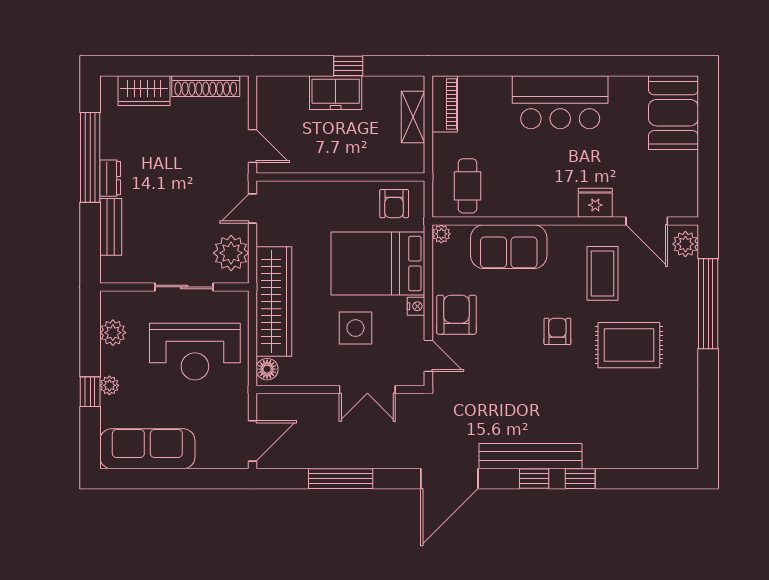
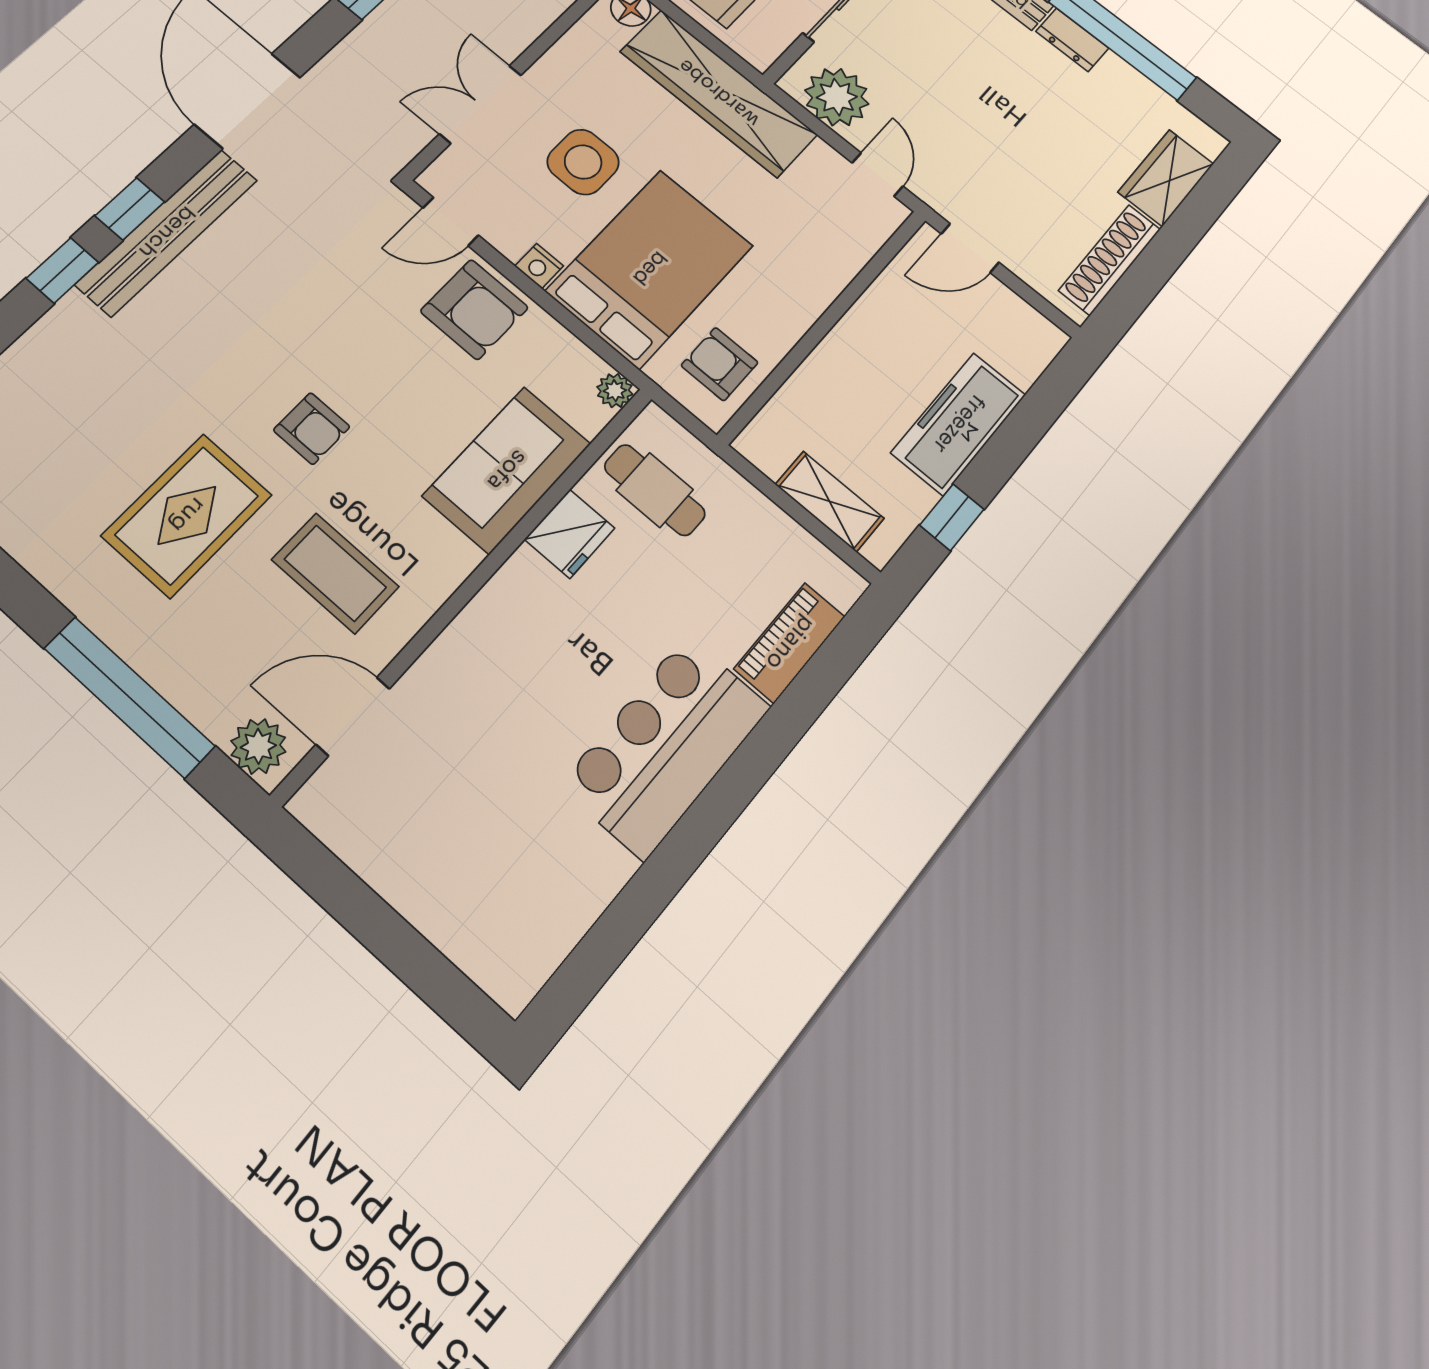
window: (348, 66) -> (952, 517), moved
freezer: (336, 93) -> (959, 424), width x1.40
piano: (445, 104) -> (790, 643), moved, turned 90
booth: (673, 113) -> (490, 921), removed
fridge: (595, 203) -> (570, 534), moved

